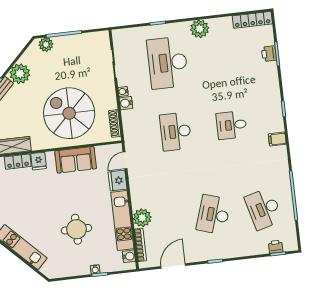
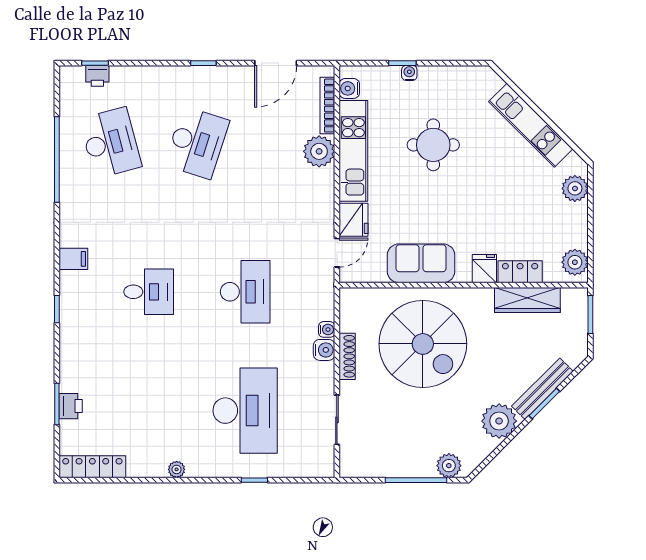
plant: (200, 29) -> (177, 469), width x0.53, depth x0.53
water cooler: (123, 91) -> (327, 329), moved
shoe rack: (115, 123) -> (347, 356), moved

